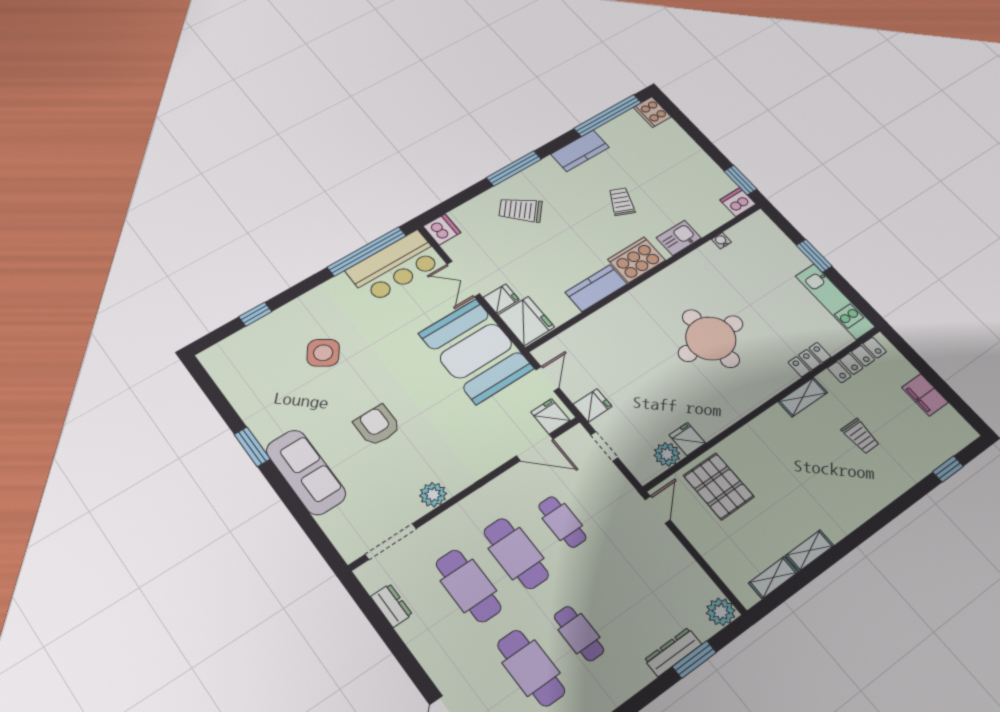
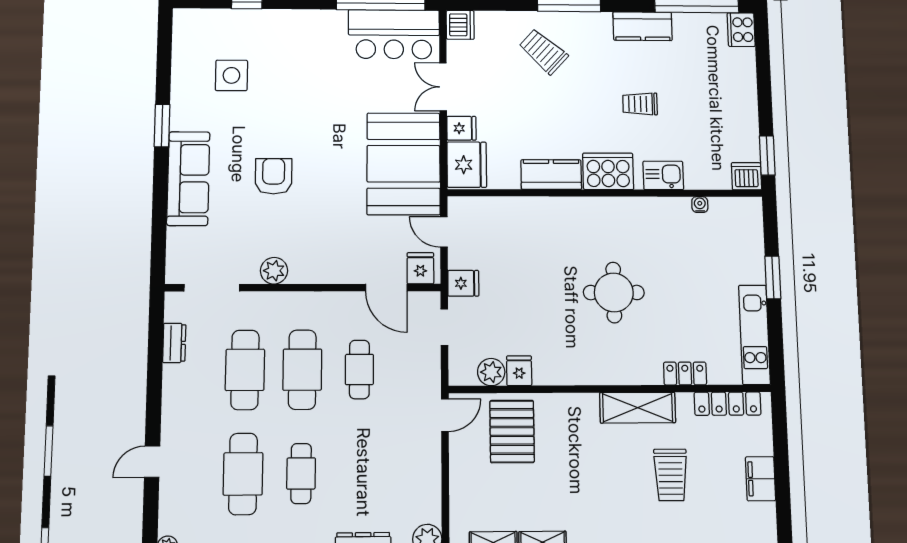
trolley: (621, 202) -> (640, 104), turned -114
round table: (711, 338) -> (614, 292), width x0.73, depth x0.73
side table: (323, 353) -> (231, 75), moved, turned -35
door: (547, 379) -> (444, 232), swing flipped
shelving: (803, 397) -> (638, 408), width x1.50, depth x1.33
trolley: (860, 436) -> (671, 475), width x1.36, depth x1.39

